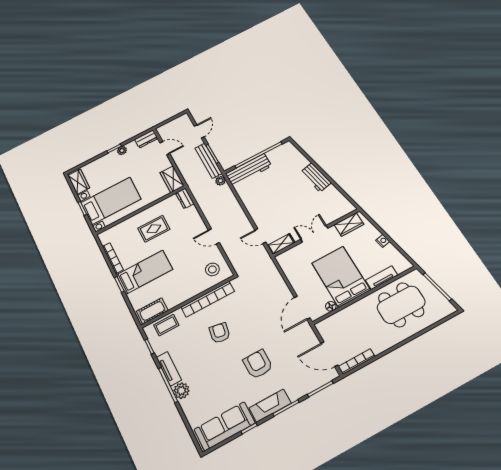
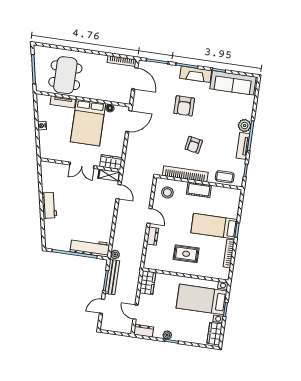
dresser: (185, 198) -> (153, 236), moved
wardrobe: (349, 225) -> (111, 162), moved
dining table: (401, 305) -> (65, 75), turned 90
cot: (152, 311) -> (199, 190), moved

